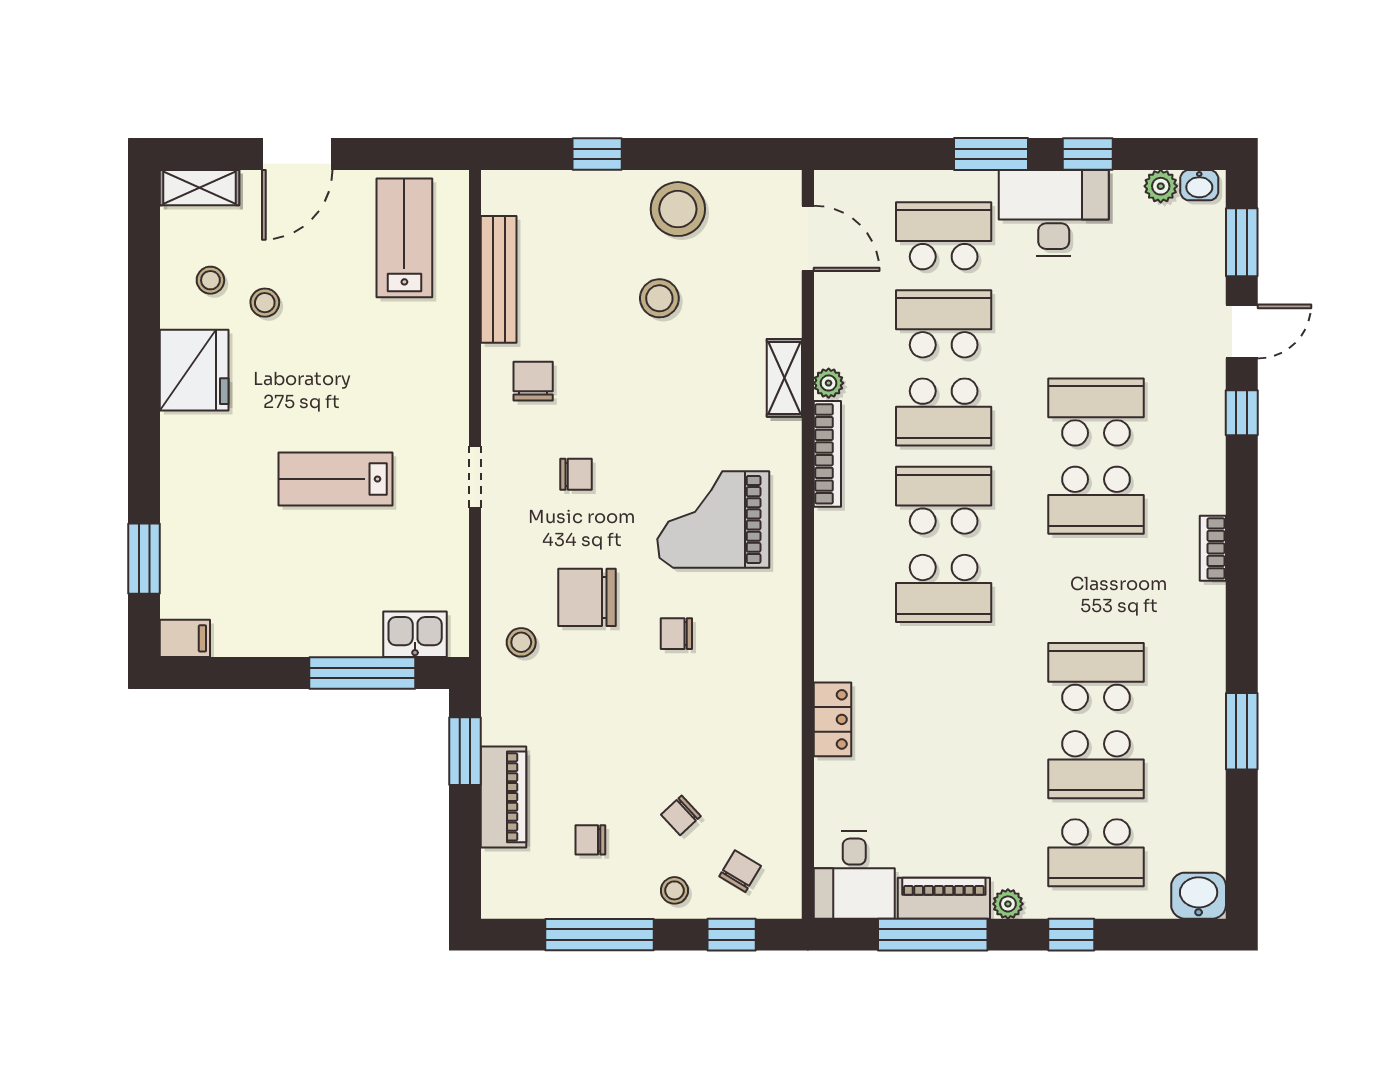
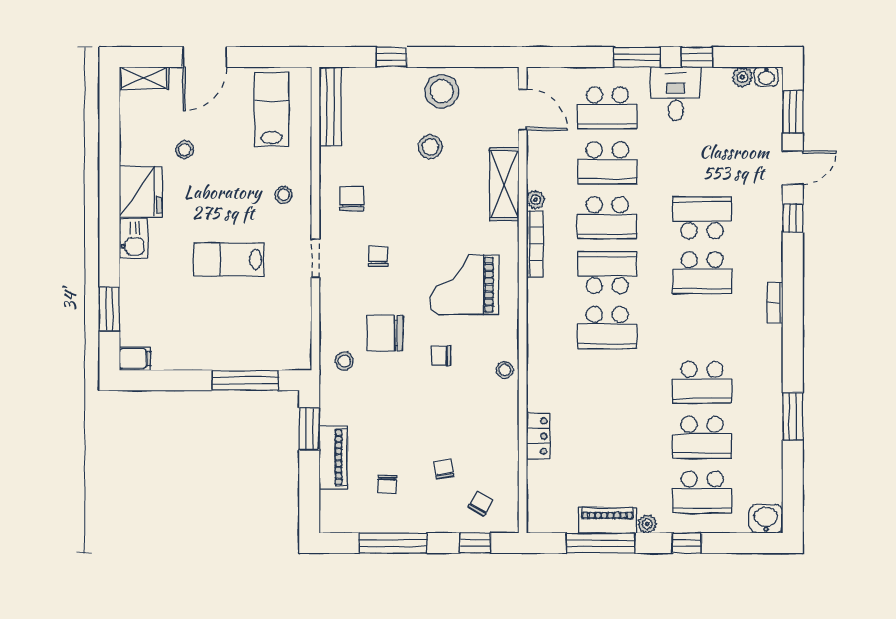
desk: (1054, 213) -> (676, 94), width x0.73
school desk: (944, 236) -> (607, 108), turned 180
bench: (499, 279) -> (330, 106), moved
stool: (210, 280) -> (284, 195), moved
school desk: (944, 324) -> (607, 163), turned 180
shelving: (784, 378) -> (504, 184), width x1.50, depth x1.33
chair: (576, 474) -> (378, 257), turned -90
kitchen sink: (415, 634) -> (134, 238), moved, turned 90
school desk: (1096, 676) -> (702, 382), turned 180
locker: (832, 719) -> (538, 436), moved
chair: (681, 815) -> (444, 469), turned 124
chair: (590, 840) -> (387, 484), turned -88
desk: (854, 875) -> (552, 506), removed
stool: (674, 890) -> (505, 370), moved

